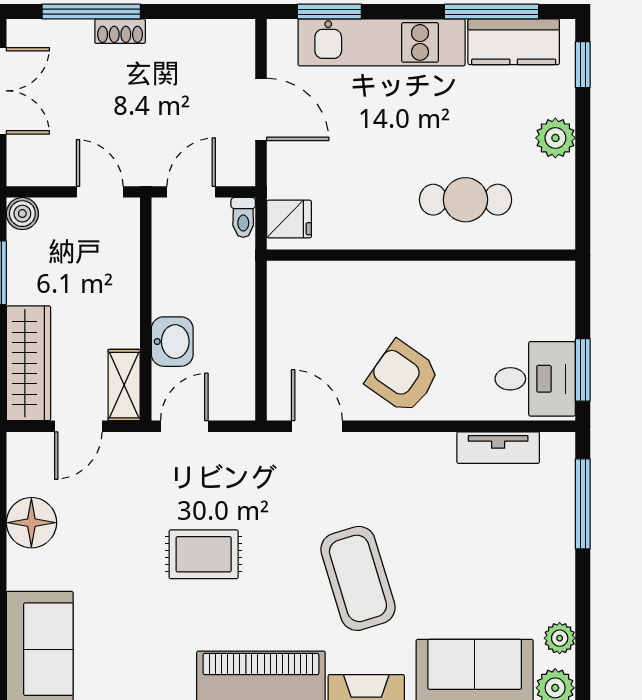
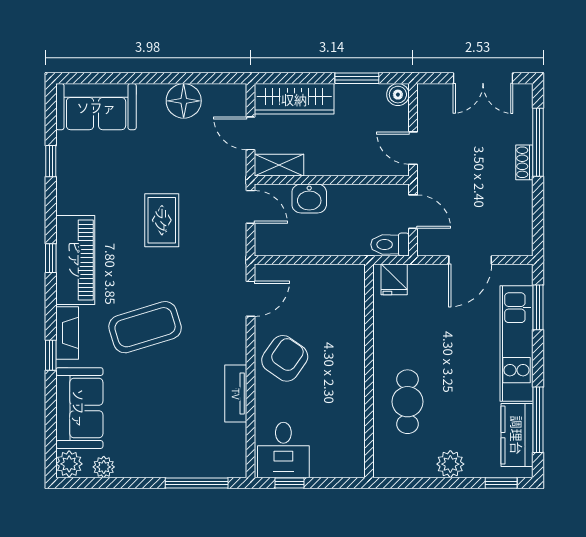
door: (100, 192) -> (413, 148), swing flipped
toilet: (243, 217) -> (390, 245), width x1.37, depth x1.39
window: (583, 370) -> (290, 483), width x0.67
tv unit: (498, 448) -> (236, 394), moved

